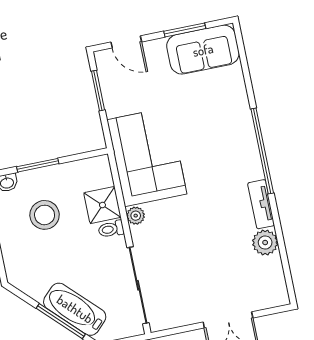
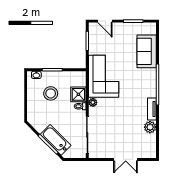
sofa: (203, 50) -> (147, 51), moved, turned 90

